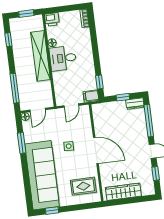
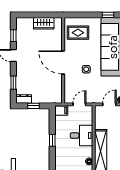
desk: (63, 58) -> (82, 135), moved
window: (99, 82) -> (52, 140), moved
window: (149, 121) -> (13, 83), width x0.46
wardrobe: (123, 192) -> (44, 23), width x0.67

